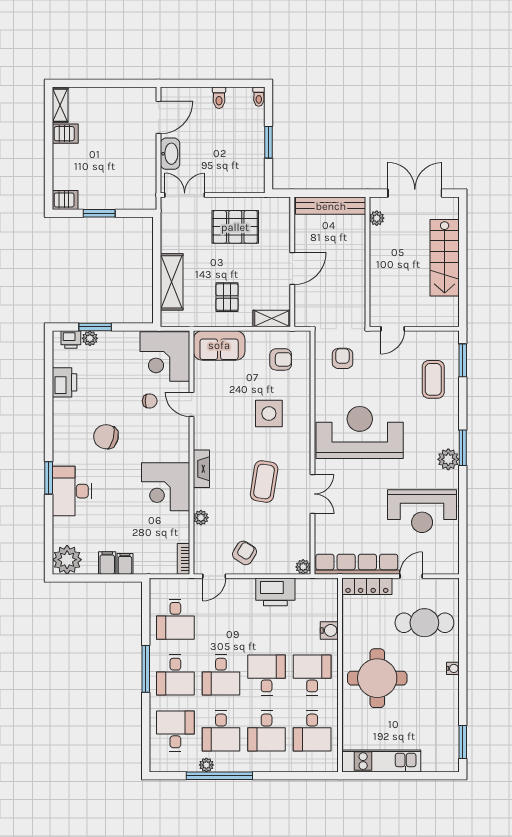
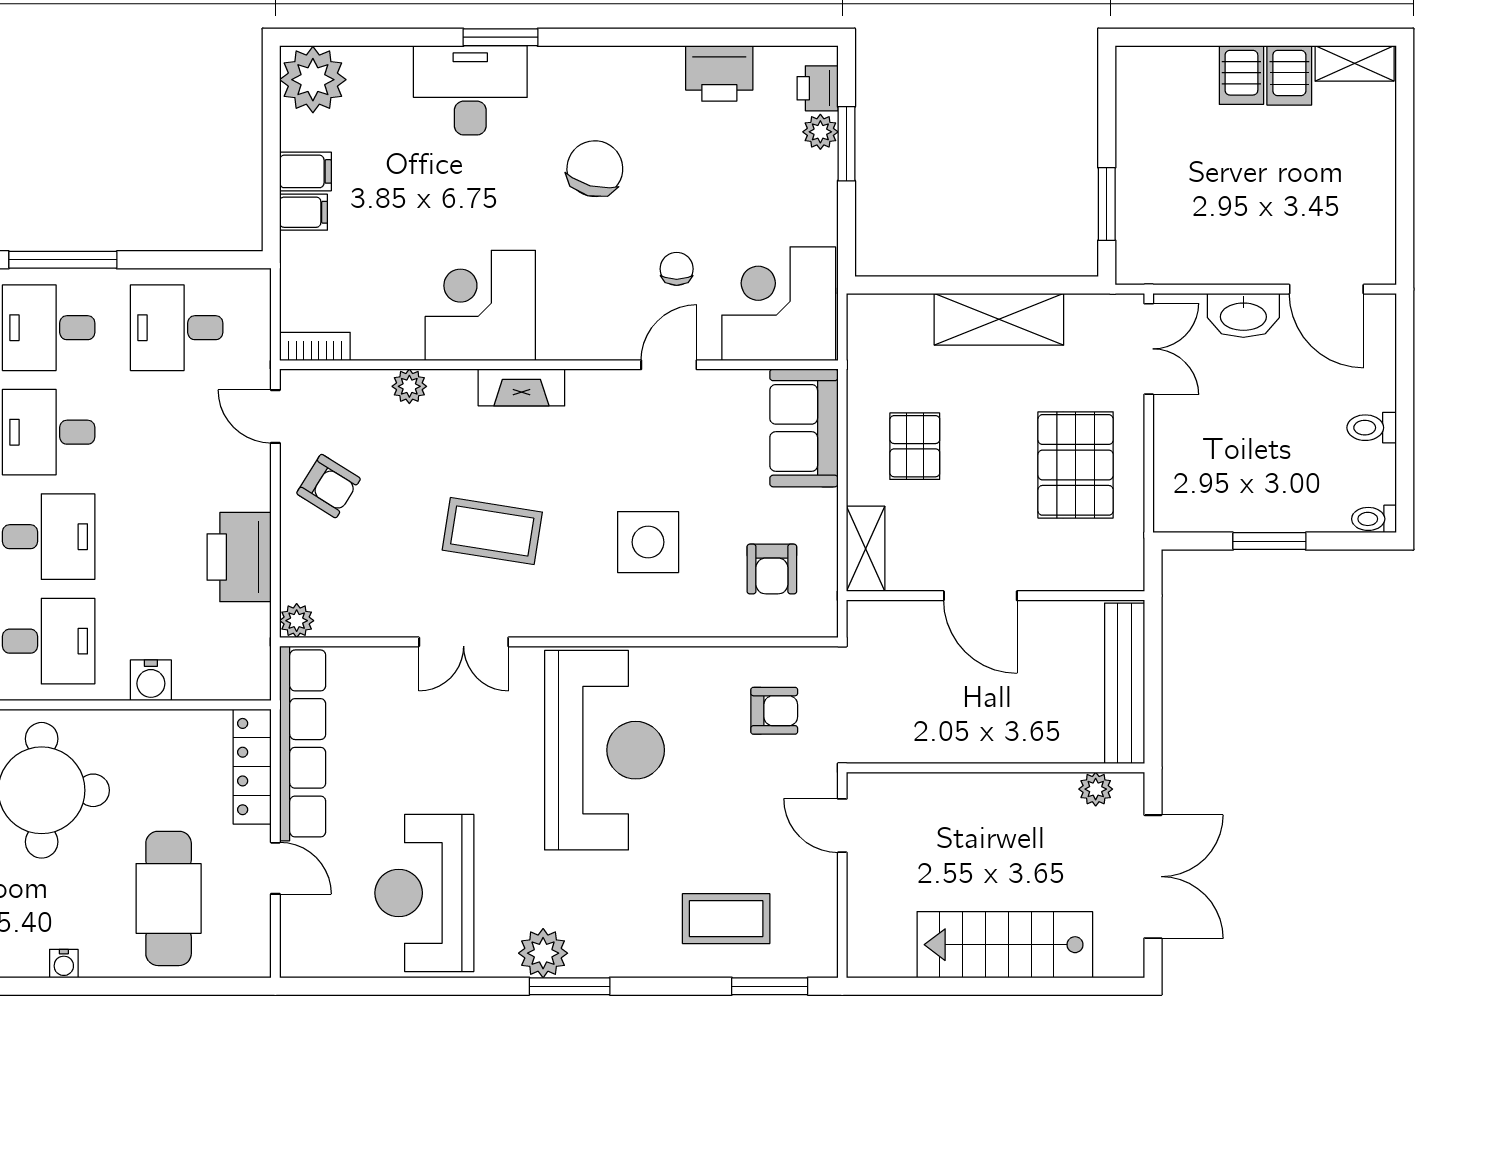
server rack: (65, 200) -> (1241, 75), moved
window: (99, 213) -> (1107, 204), moved
shelving: (172, 282) -> (999, 319), moved
pallet: (227, 297) -> (915, 446), turned 90
chair: (150, 401) -> (677, 269), turned 180

